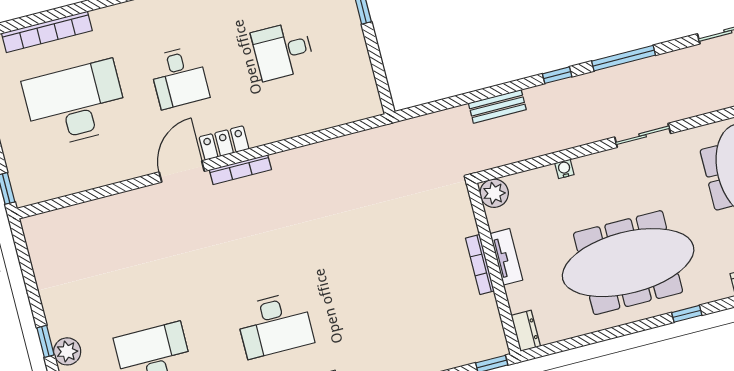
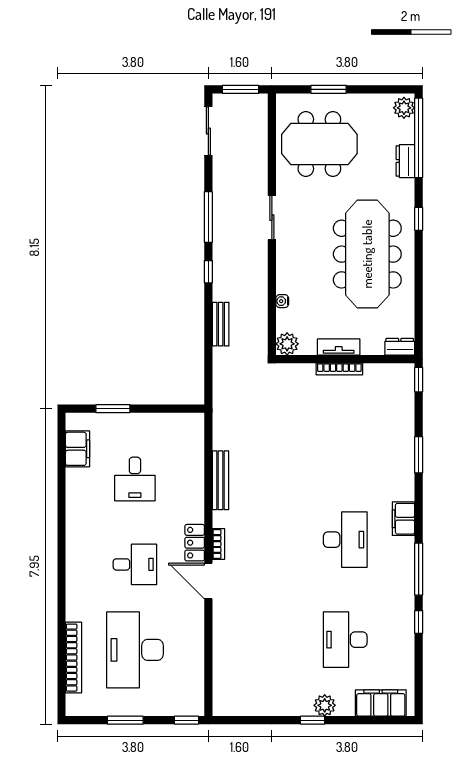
bench: (308, 155) -> (221, 480), added
water cooler: (564, 169) -> (282, 301), moved
bookcase: (240, 170) -> (218, 544), width x0.64

